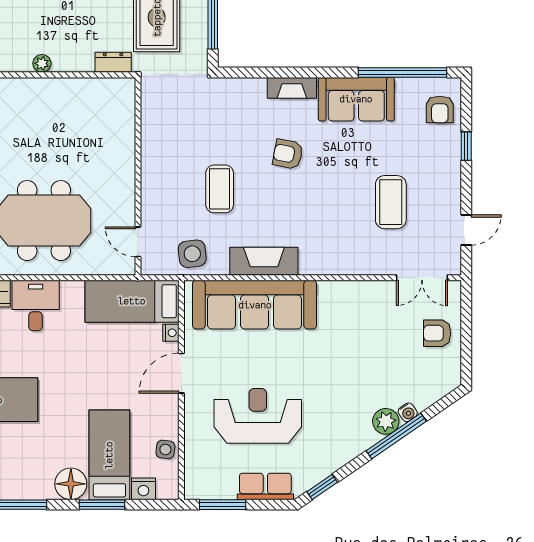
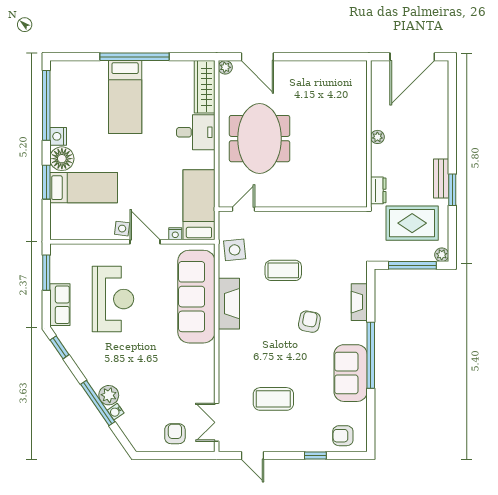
window: (403, 72) -> (371, 355), moved
fireplace: (292, 88) -> (359, 302), moved
side table: (165, 449) -> (122, 229), moved
nightstand: (143, 489) -> (58, 136), moved

